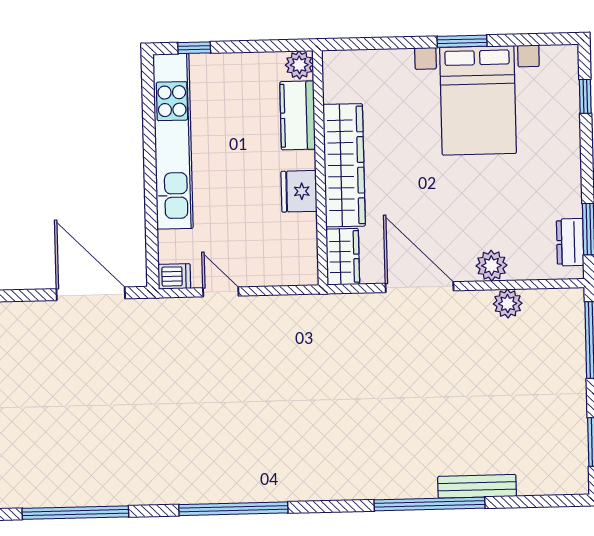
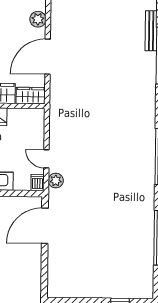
door: (221, 292) -> (46, 159), hinge flipped
plant: (508, 304) -> (56, 181), moved

